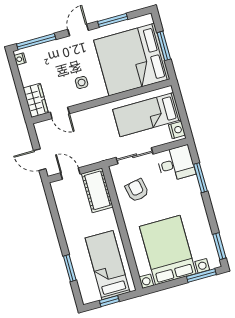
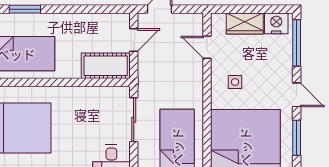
nightstand: (20, 59) -> (276, 23), width x1.89, depth x1.79
wardrobe: (36, 100) -> (245, 23), moved
door: (60, 113) -> (207, 47), hinge flipped
armchair: (137, 190) -> (93, 111), removed

